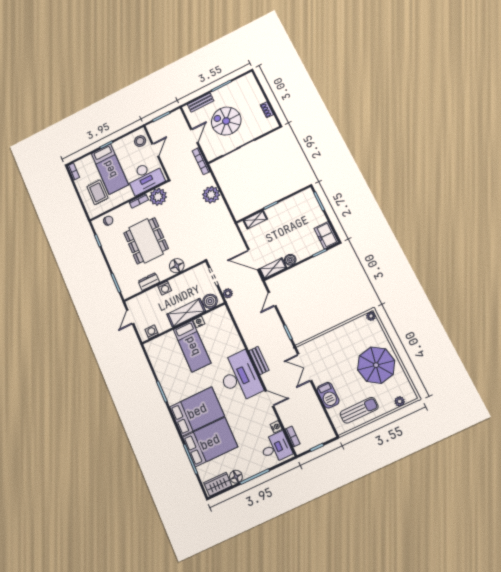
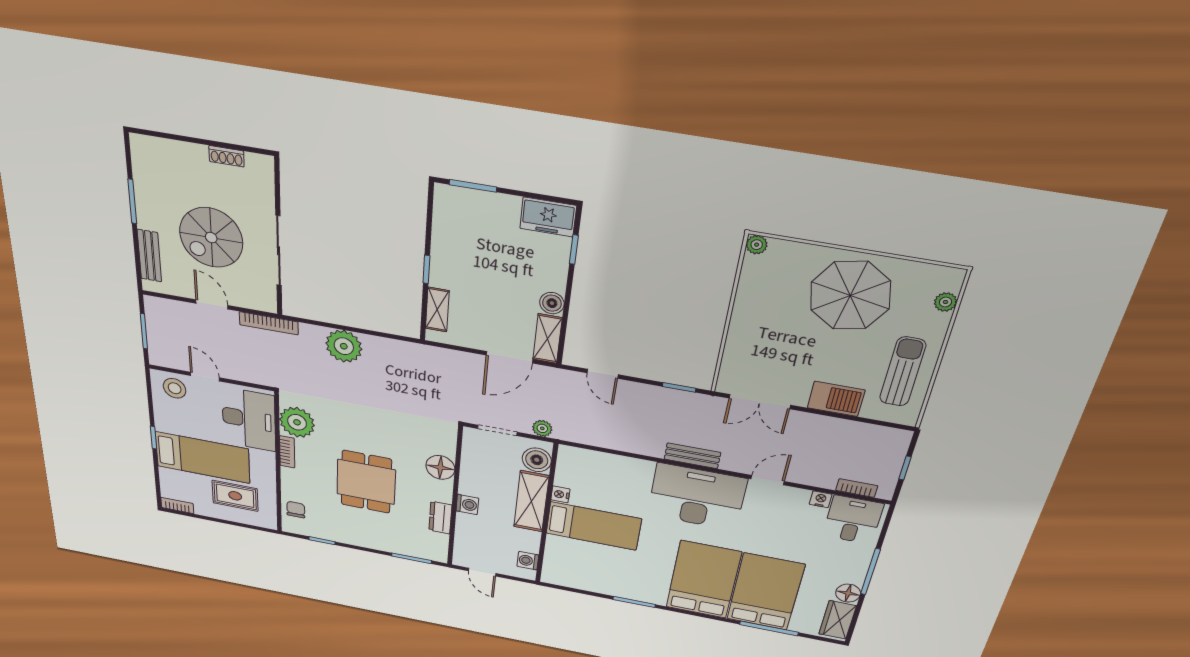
dining table: (146, 241) -> (366, 482), width x0.73

